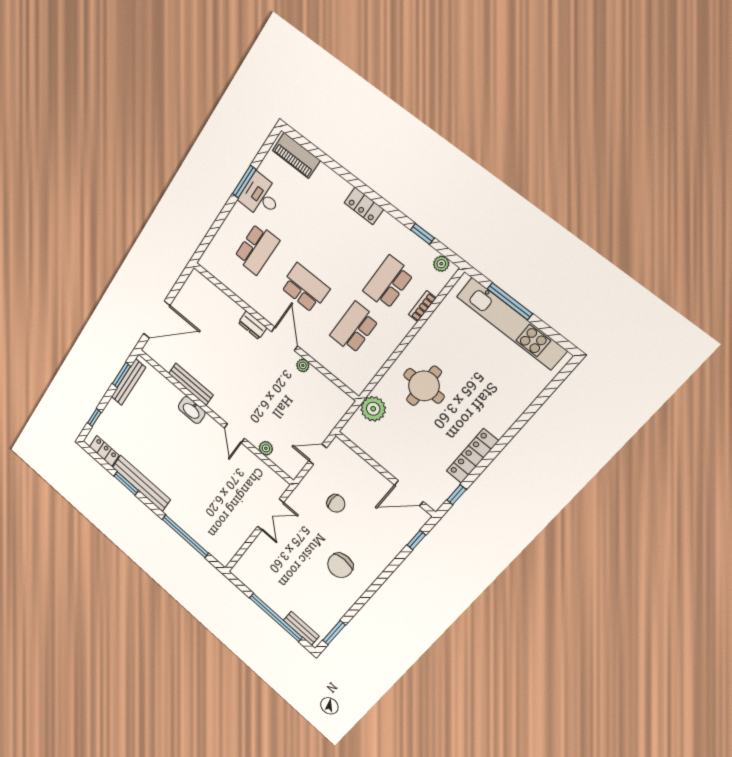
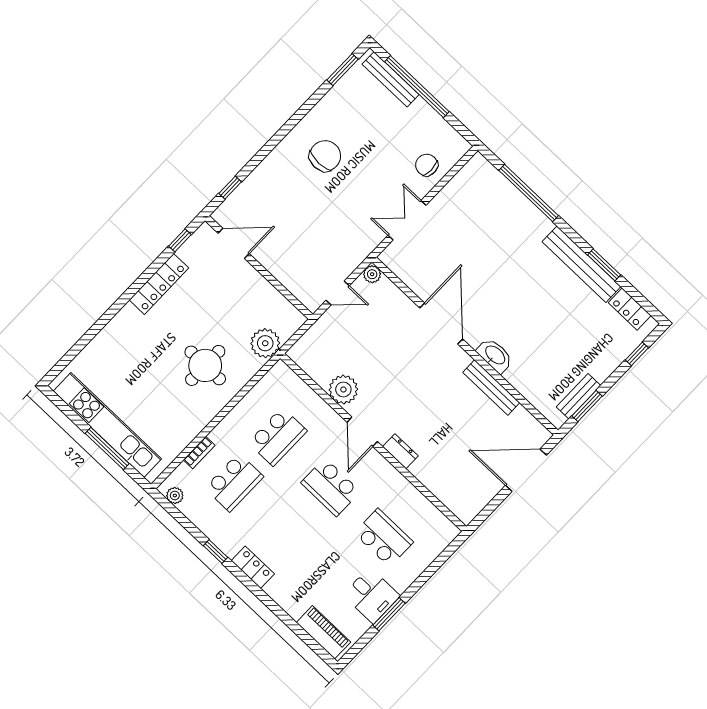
window: (422, 234) -> (215, 552), moved
school desk: (257, 249) -> (384, 538), turned 90
plant: (303, 365) -> (343, 389), width x1.87, depth x1.87
bench: (128, 382) -> (579, 396), width x0.73
door: (234, 433) -> (441, 323), width x1.88
plant: (266, 448) -> (372, 274), moved
chair: (336, 503) -> (427, 165), moved
bench: (301, 628) -> (391, 79), width x1.36

